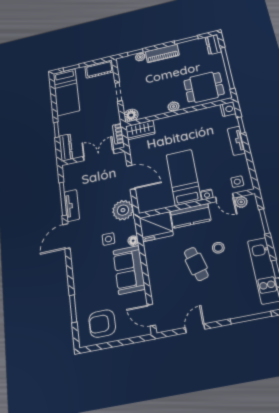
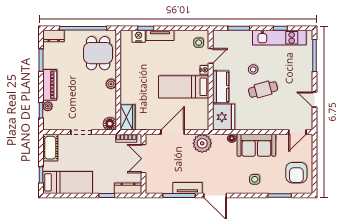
nightstand: (228, 109) -> (139, 36), moved
plant: (241, 202) -> (218, 43), removed
side table: (108, 239) -> (255, 179), moved

